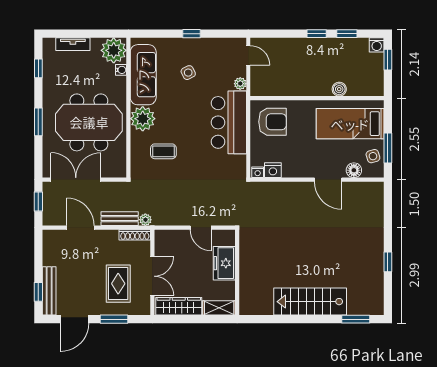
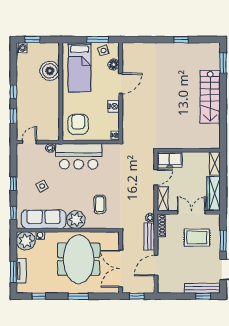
window: (71, 34) -> (13, 272), added
window: (152, 34) -> (13, 213), added
window: (347, 34) -> (13, 116), moved
boiler: (339, 89) -> (50, 71), width x1.86, depth x1.86
nightstand: (273, 170) -> (114, 106), moved
shelving: (171, 237) -> (163, 199), added
freezer: (224, 263) -> (170, 160), moved

